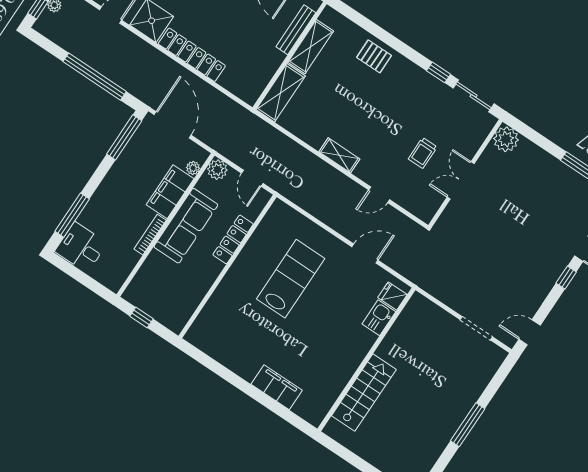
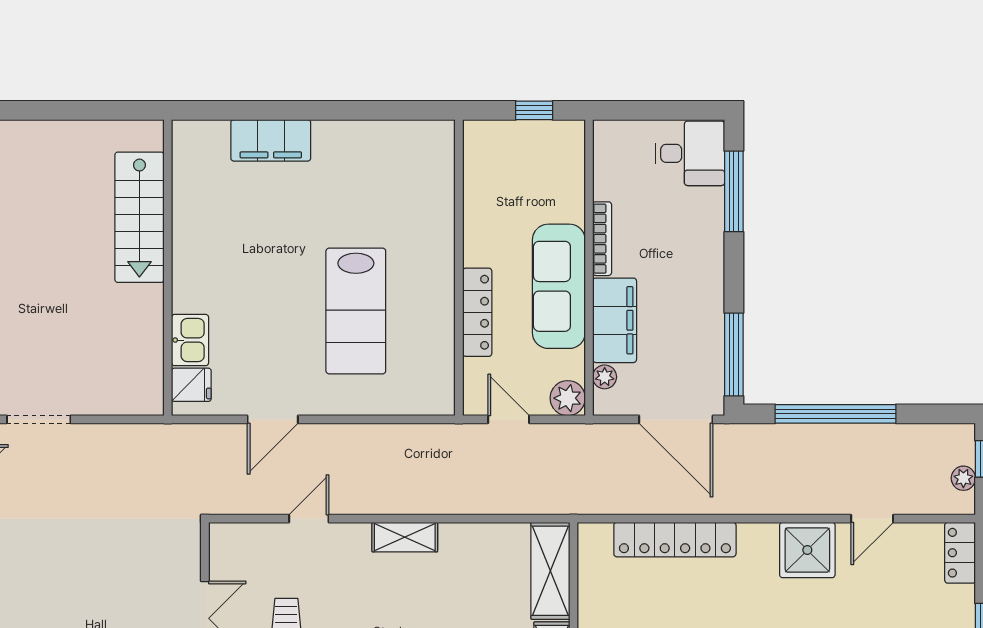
locker: (192, 55) -> (675, 540), moved

